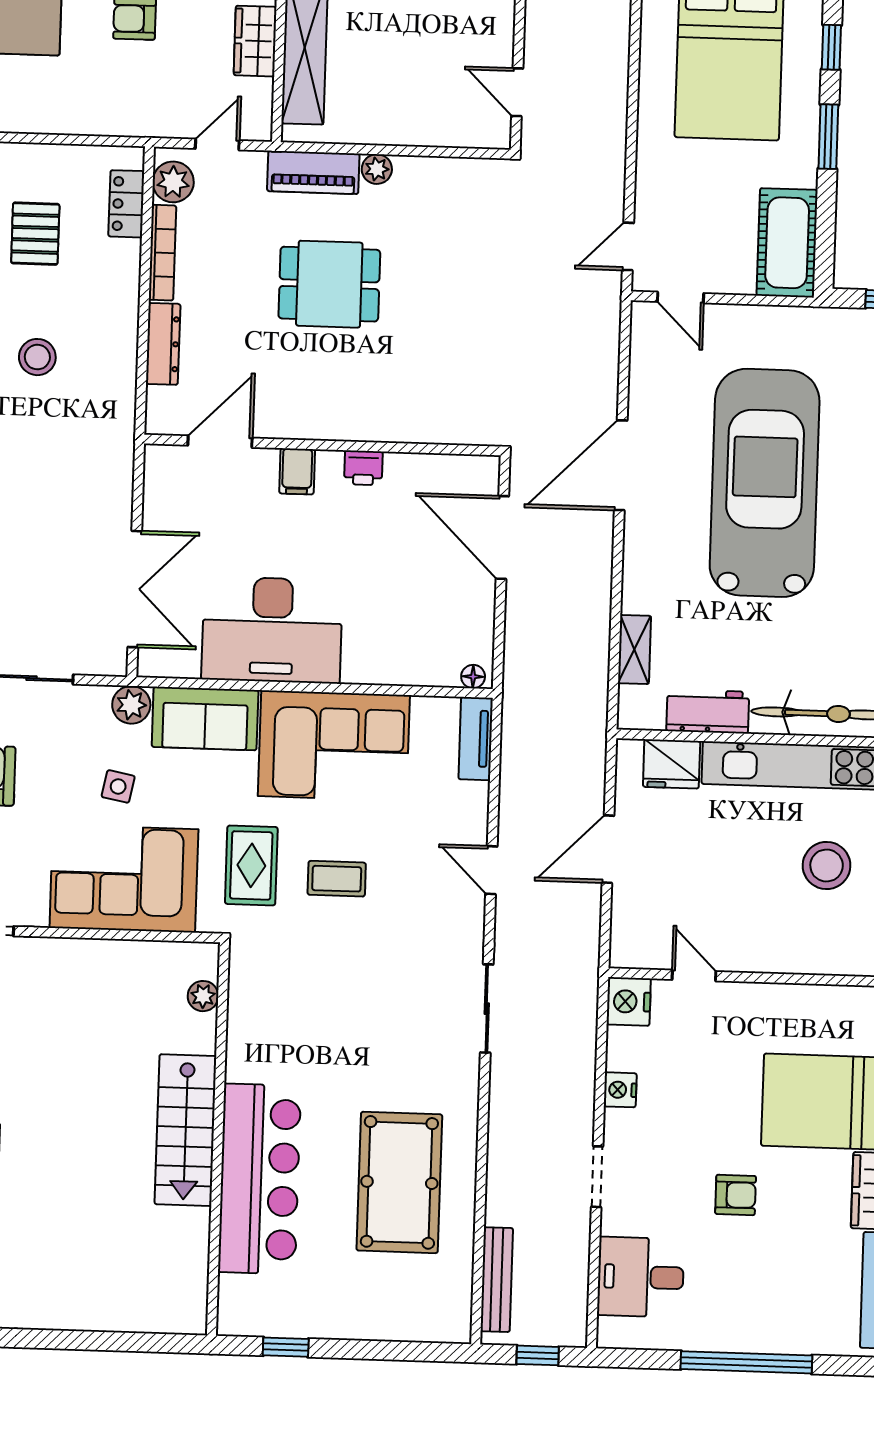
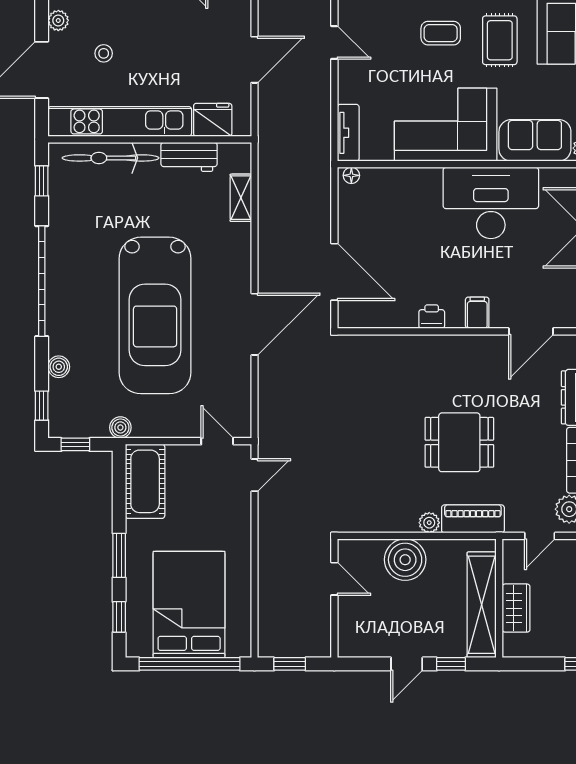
boiler: (414, 116) -> (405, 560), added
boiler: (820, 322) -> (120, 427), added
stool: (827, 865) -> (104, 53), width x0.53, depth x0.53

